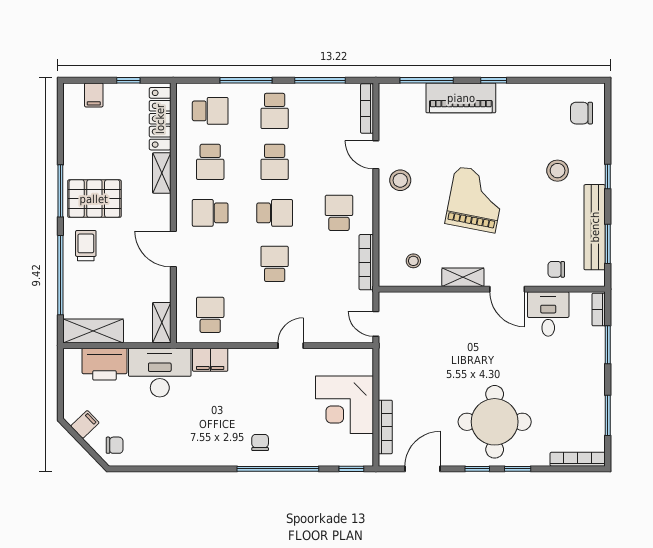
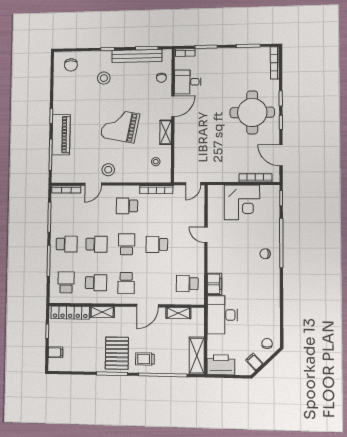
shelving: (162, 322) -> (178, 313), moved
printer: (105, 364) -> (221, 365), moved, turned -90

